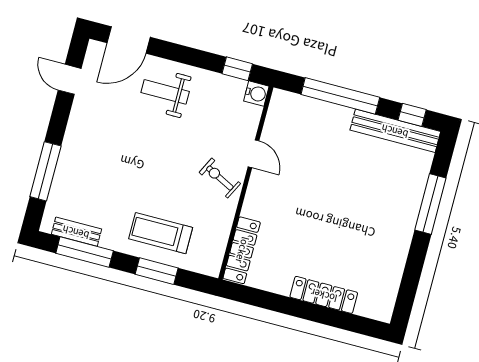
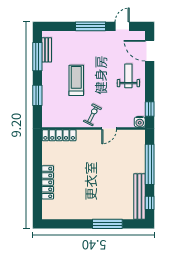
window: (45, 171) -> (91, 26), moved
treadmill: (161, 233) -> (76, 80), moved

